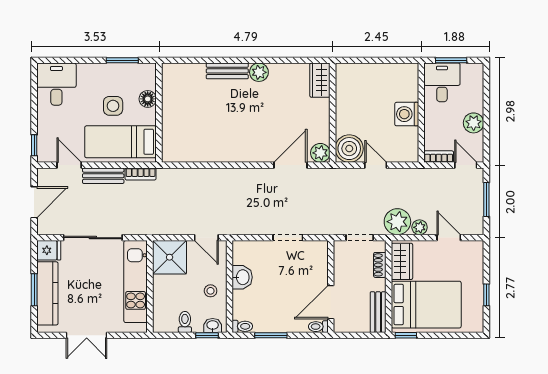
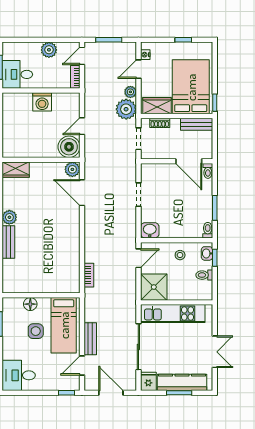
bookcase: (141, 174) -> (89, 275), moved
nightstand: (467, 246) -> (145, 55), added
washbasin: (242, 277) -> (150, 230), moved

